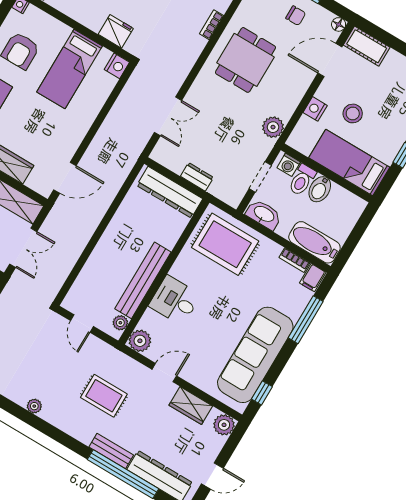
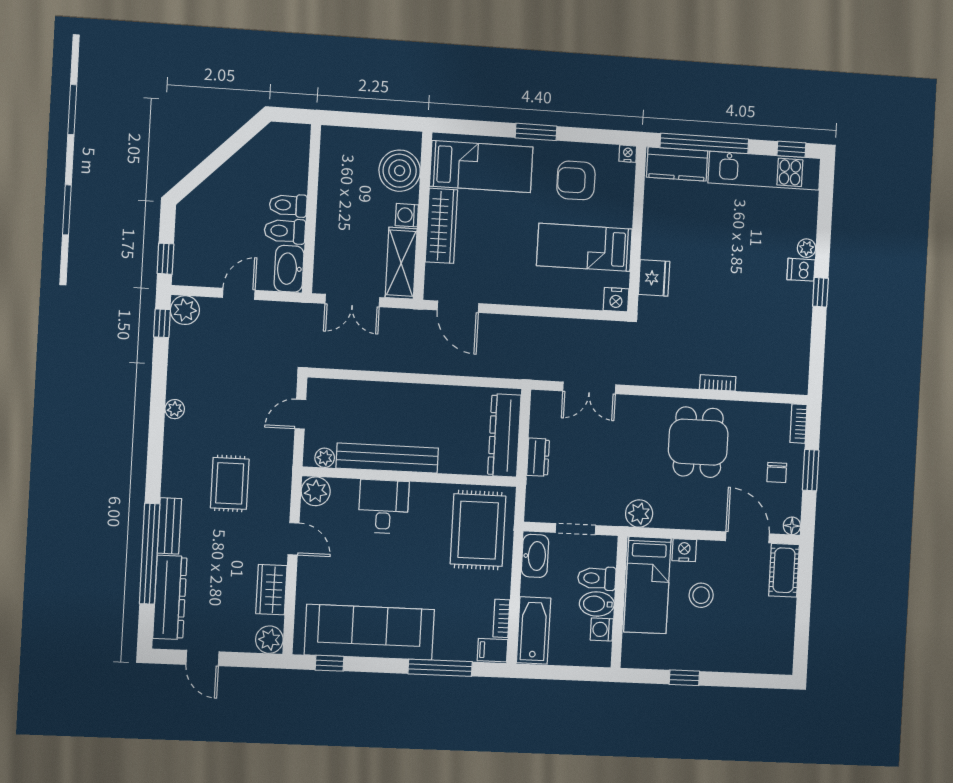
dining table: (245, 60) -> (698, 442), turned 90
bed: (349, 163) -> (647, 585), moved, turned 180
washing machine: (289, 165) -> (602, 629), moved

